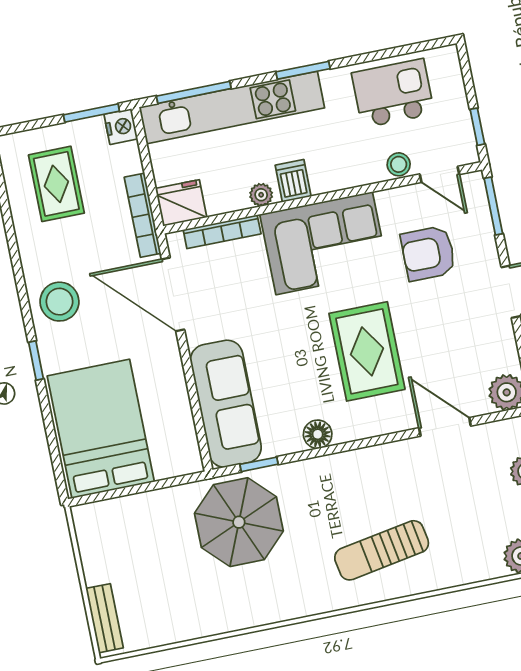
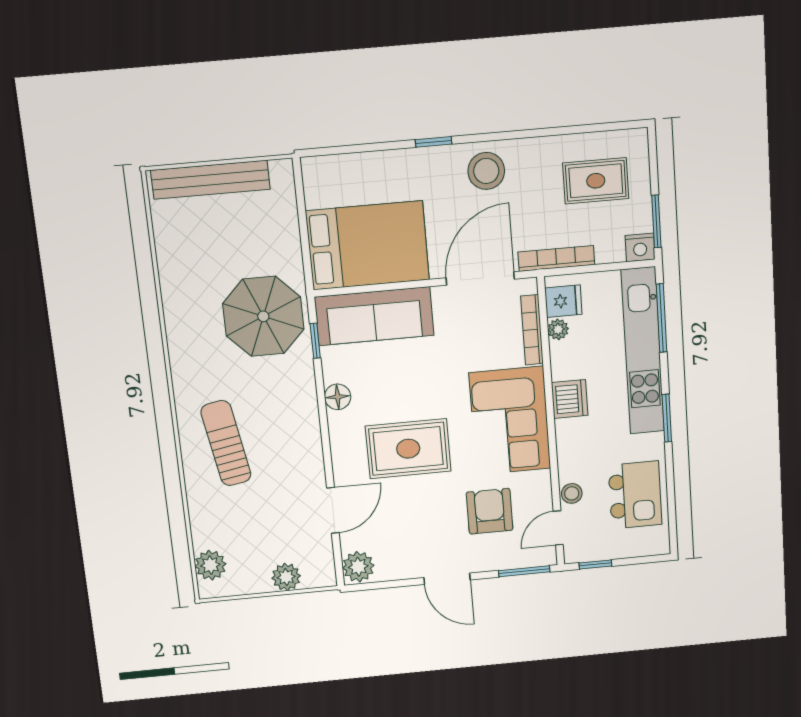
dishwasher: (293, 181) -> (570, 399), width x1.38
plant: (261, 195) -> (558, 329), moved
fridge: (181, 203) -> (563, 301), width x0.72
bed: (101, 429) -> (368, 245), moved
bench: (104, 618) -> (210, 180), width x1.86, depth x1.21

